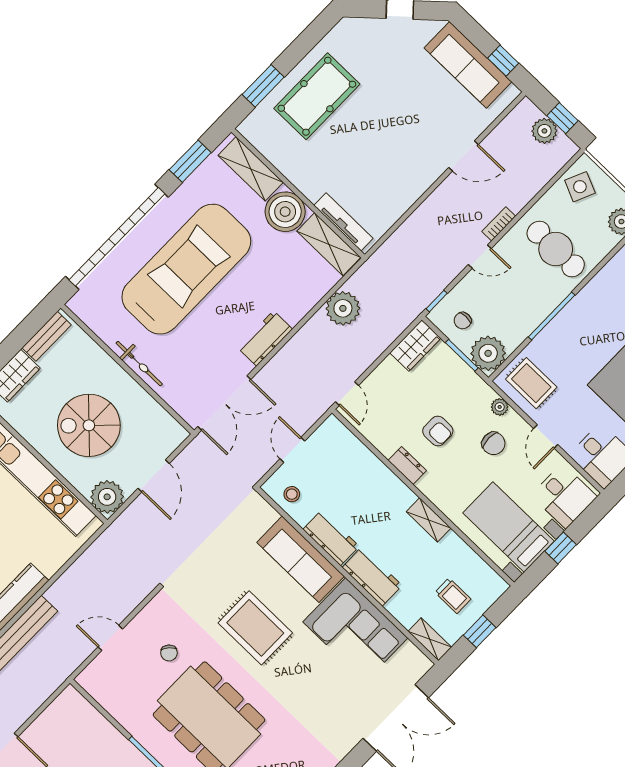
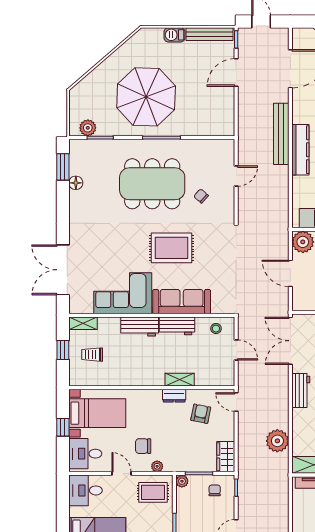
plant: (488, 353) -> (182, 481), width x0.53, depth x0.53
armchair: (438, 431) -> (201, 414), moved, turned 101
shelving: (429, 520) -> (180, 380), moved

